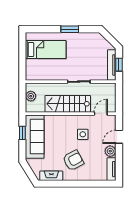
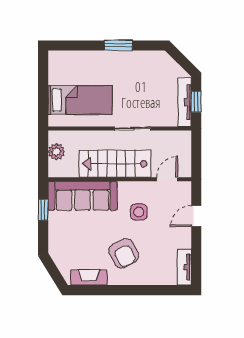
bed: (46, 50) -> (80, 100), moved
sofa: (35, 137) -> (82, 196), moved, turned 90
plant: (110, 151) -> (182, 239), removed
armchair: (73, 160) -> (124, 253), turned 90

